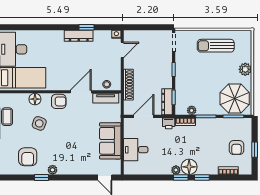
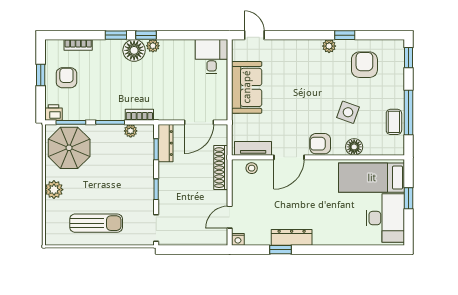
printer: (169, 123) -> (53, 112), moved
desk: (136, 150) -> (212, 57), moved, turned -90

